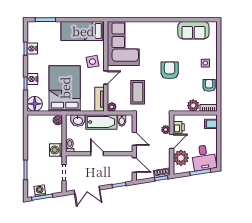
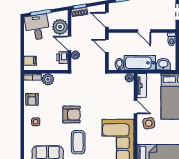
armchair: (170, 70) -> (72, 115), turned -90
door: (106, 78) -> (135, 107), swing flipped
coffee table: (138, 92) -> (78, 142), moved
door: (172, 141) -> (69, 43), hinge flipped

